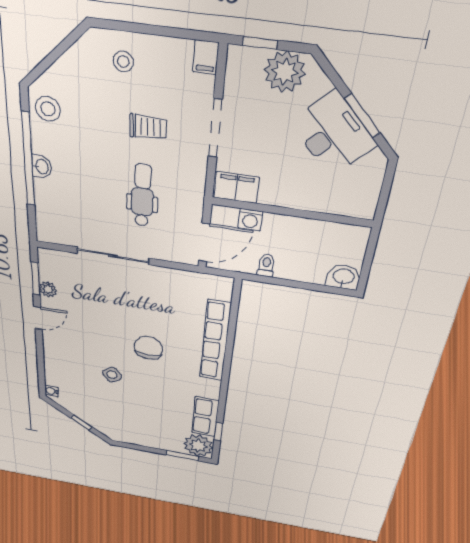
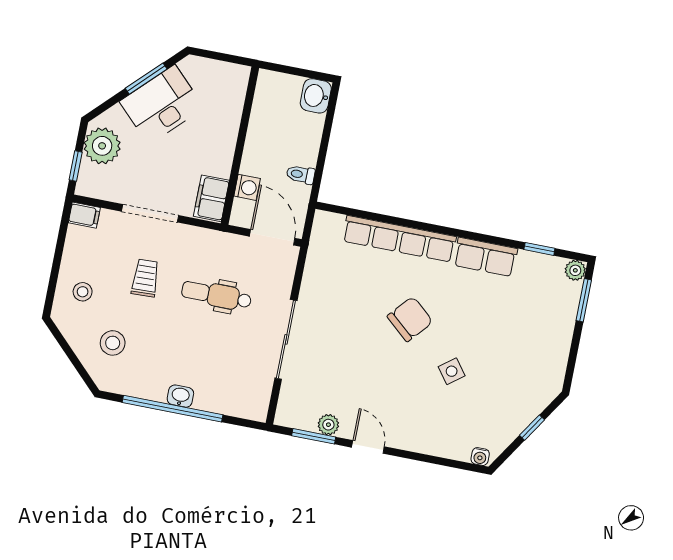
stool: (48, 109) -> (113, 343), moved
chair: (148, 348) -> (410, 319), turned 131
row of seats: (205, 417) -> (485, 257), moved
plant: (198, 446) -> (575, 270), width x0.53, depth x0.53

